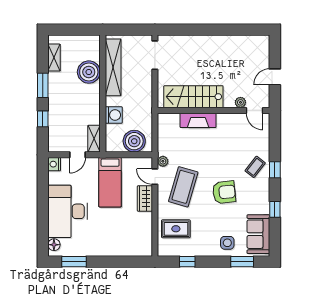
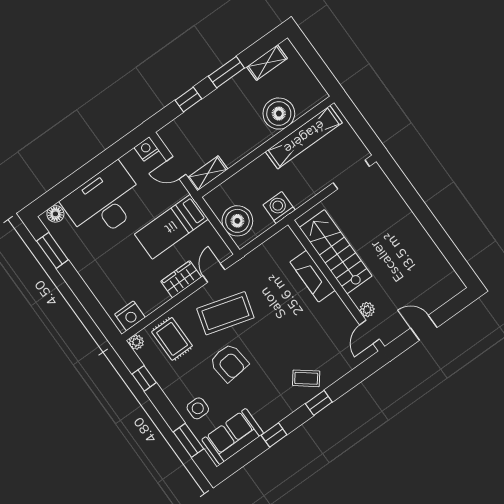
washing machine: (114, 115) -> (279, 208), moved, turned 180
plant: (163, 161) -> (136, 342), moved
armchair: (224, 192) -> (229, 363), moved
nightstand: (145, 244) -> (130, 316), added

